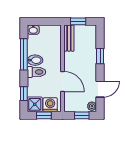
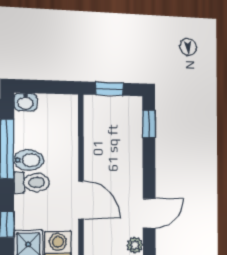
bench: (69, 38) -> (93, 119), removed
window: (100, 56) -> (149, 124), moved

